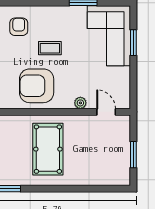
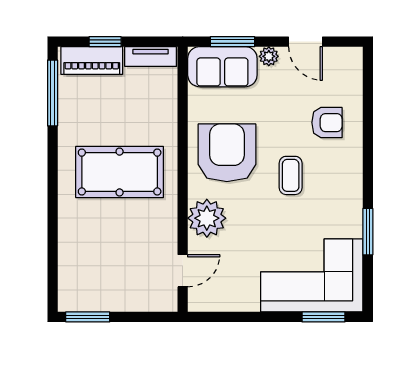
window: (133, 43) -> (323, 317), moved
plant: (80, 103) -> (207, 218), width x1.87, depth x1.87
window: (133, 155) -> (88, 317), moved

